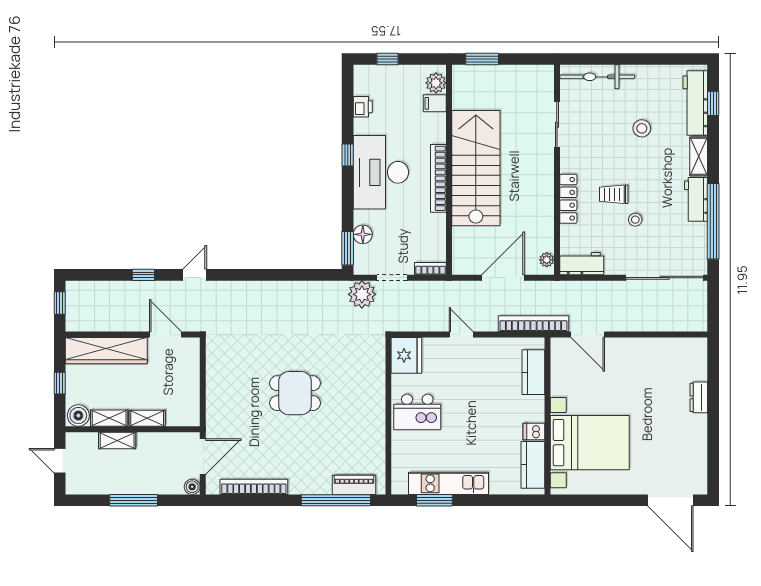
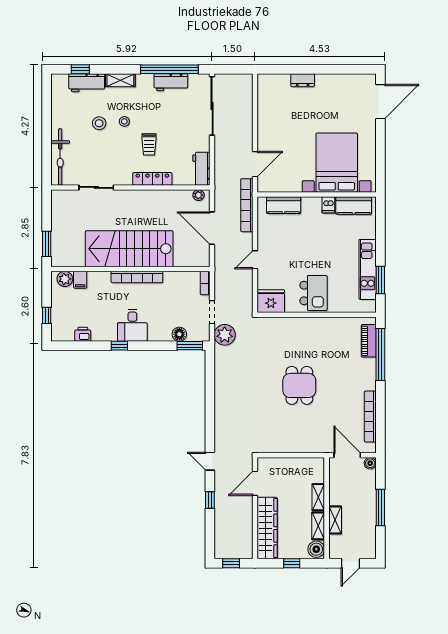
workbench: (695, 103) -> (87, 83), width x0.73
desk: (381, 172) -> (132, 325), width x0.53, depth x0.77
workbench: (696, 199) -> (171, 82), moved
stool: (635, 220) -> (124, 121), moved

